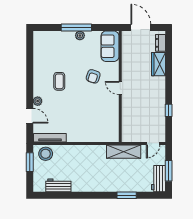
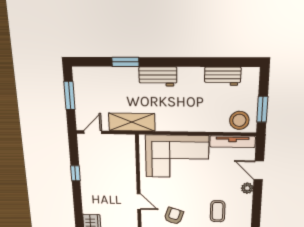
corner sofa: (91, 125) -> (177, 157), added
workbench: (158, 179) -> (158, 76), moved, turned 90

